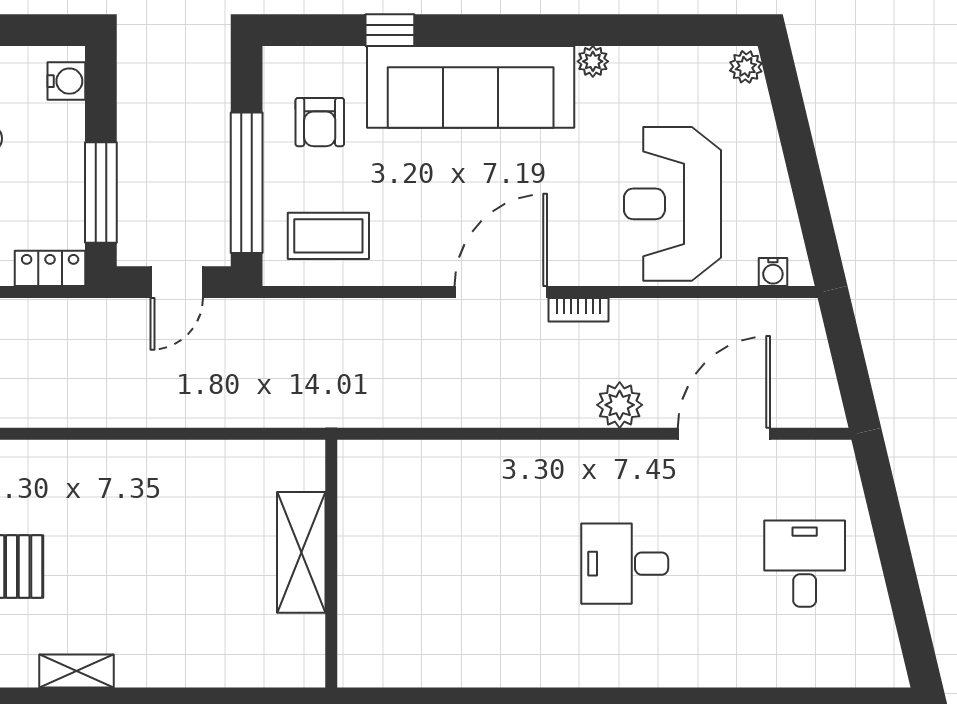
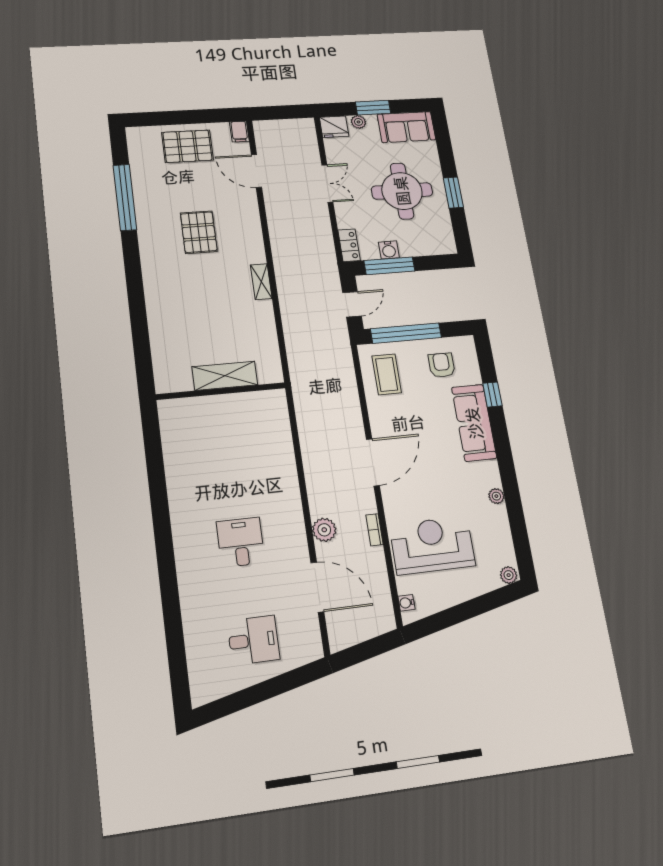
water cooler: (66, 81) -> (389, 250), moved
sofa: (471, 87) -> (474, 423), width x0.74, depth x0.79
armchair: (320, 122) -> (442, 365), turned 90
door: (177, 282) -> (352, 304), swing flipped
door: (501, 292) -> (373, 462), hinge flipped
bookcase: (578, 310) -> (375, 530), moved
shelving: (77, 671) -> (261, 282), moved

